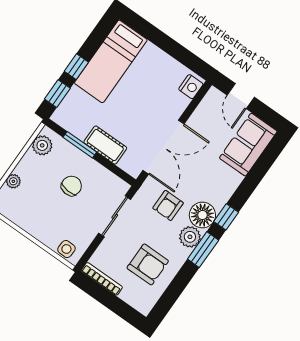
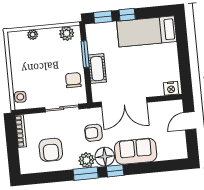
sofa: (248, 145) -> (136, 151), moved
chair: (71, 186) -> (73, 80), moved, turned -95

